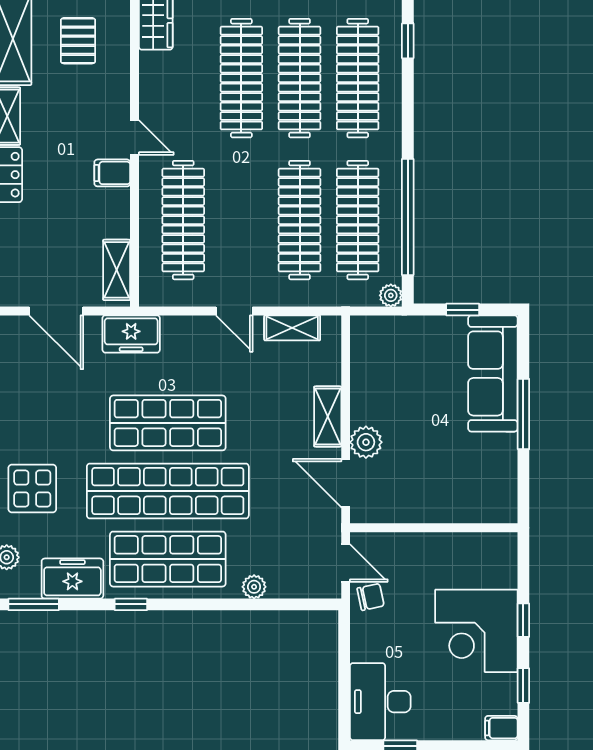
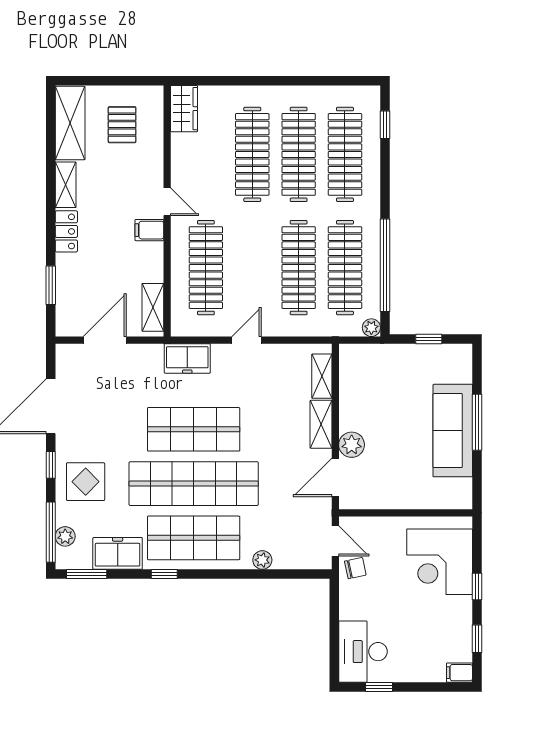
door: (56, 311) -> (105, 340), swing flipped
door: (234, 311) -> (247, 340), swing flipped
shelving: (292, 328) -> (322, 376), moved, turned 90
freezer: (131, 334) -> (187, 358), moved
sofa: (493, 373) -> (453, 431), moved
door: (346, 483) -> (335, 477), hinge flipped
corner desk: (476, 631) -> (440, 562), moved

